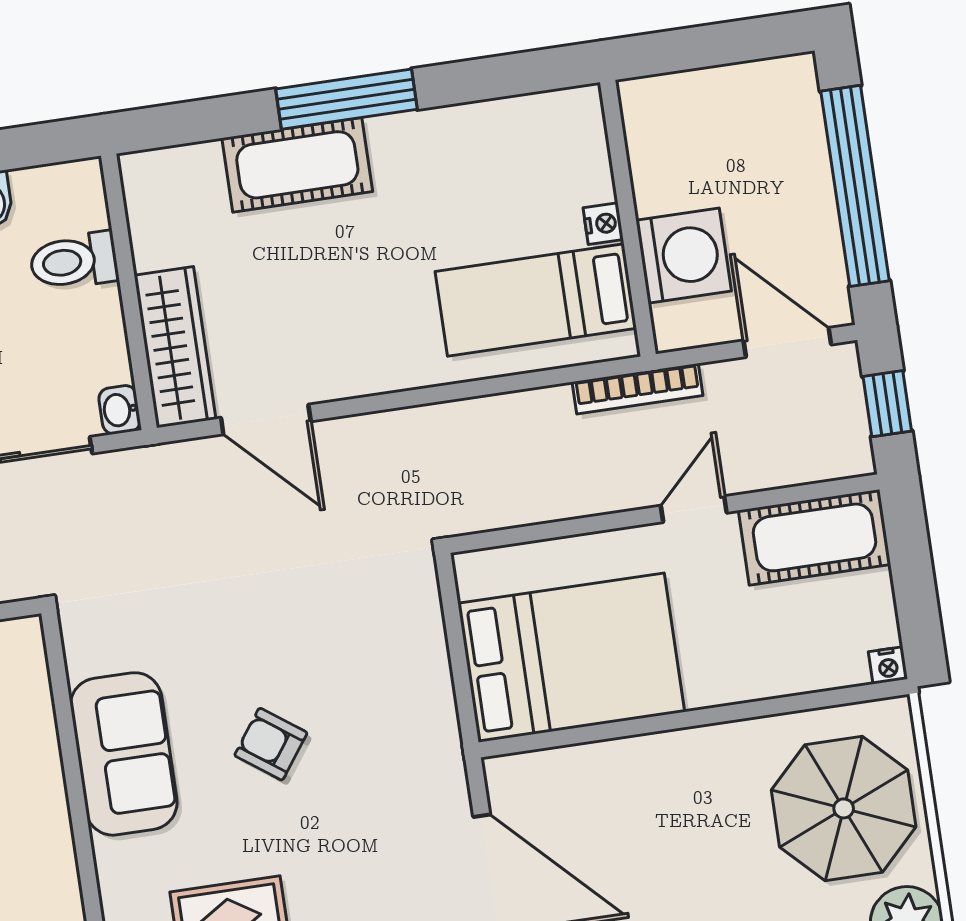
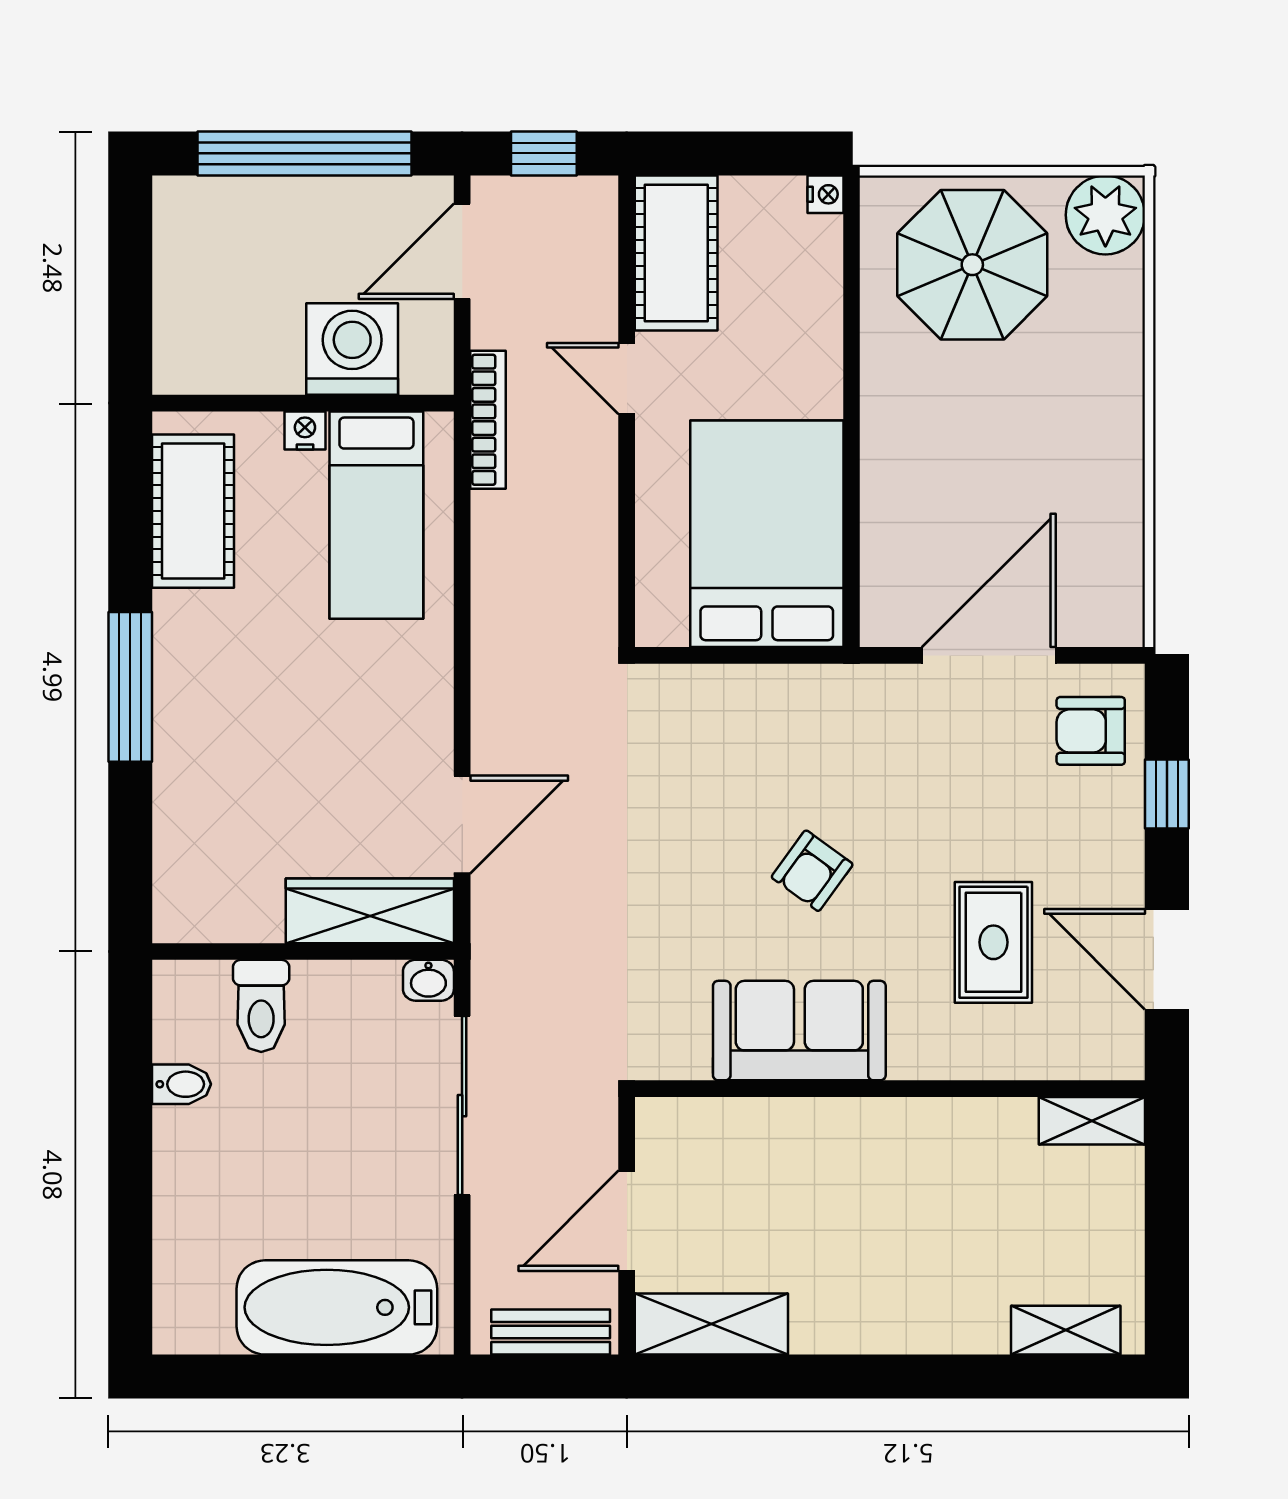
cot: (297, 165) -> (193, 511), moved

